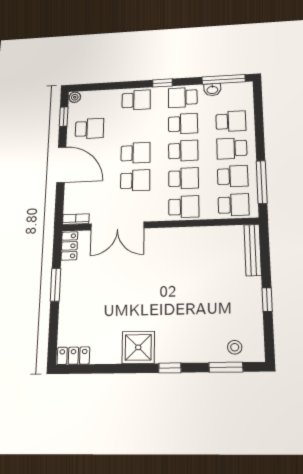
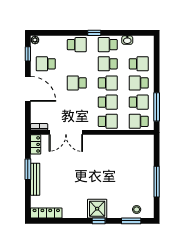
window: (224, 79) -> (135, 33), removed
school desk: (183, 124) -> (108, 64), turned 180
school desk: (89, 129) -> (46, 64), turned 180
school desk: (136, 153) -> (77, 83), turned 180
school desk: (135, 180) -> (77, 102), removed
school desk: (234, 205) -> (139, 121), turned 180
bench: (253, 250) -> (35, 179), moved
window: (267, 300) -> (157, 182), width x2.17
shower: (138, 347) -> (97, 209), moved
locker: (73, 356) -> (46, 213), width x1.53

